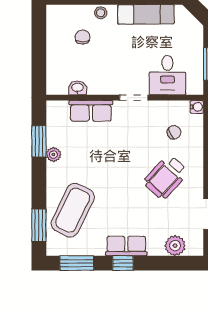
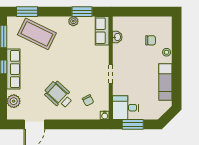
desk: (167, 75) -> (126, 108), moved
row of seats: (91, 111) -> (102, 31), moved
row of seats: (126, 246) -> (13, 69), width x1.48

